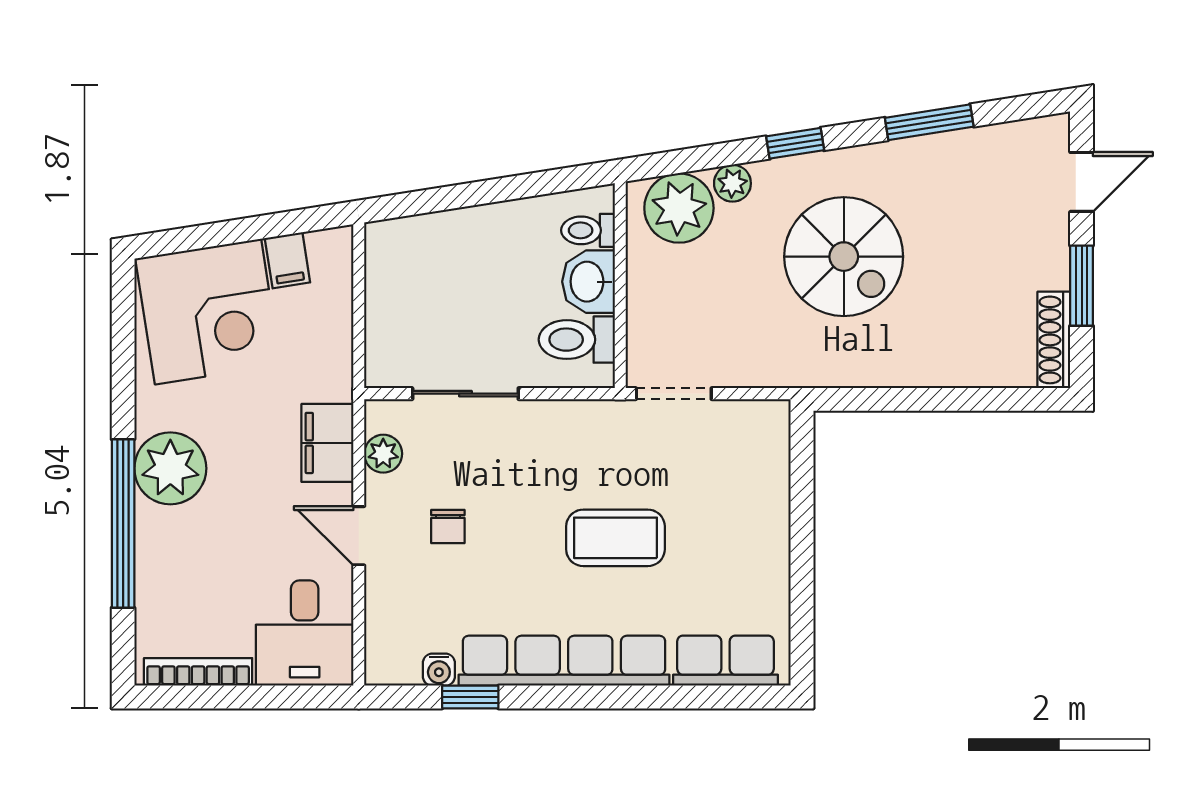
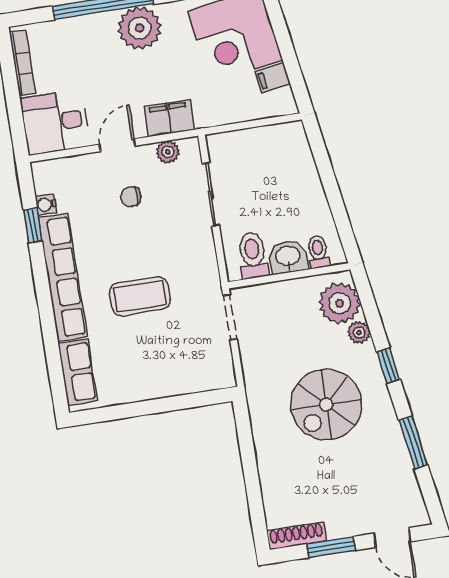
coffee table: (615, 538) -> (140, 296), turned 90

